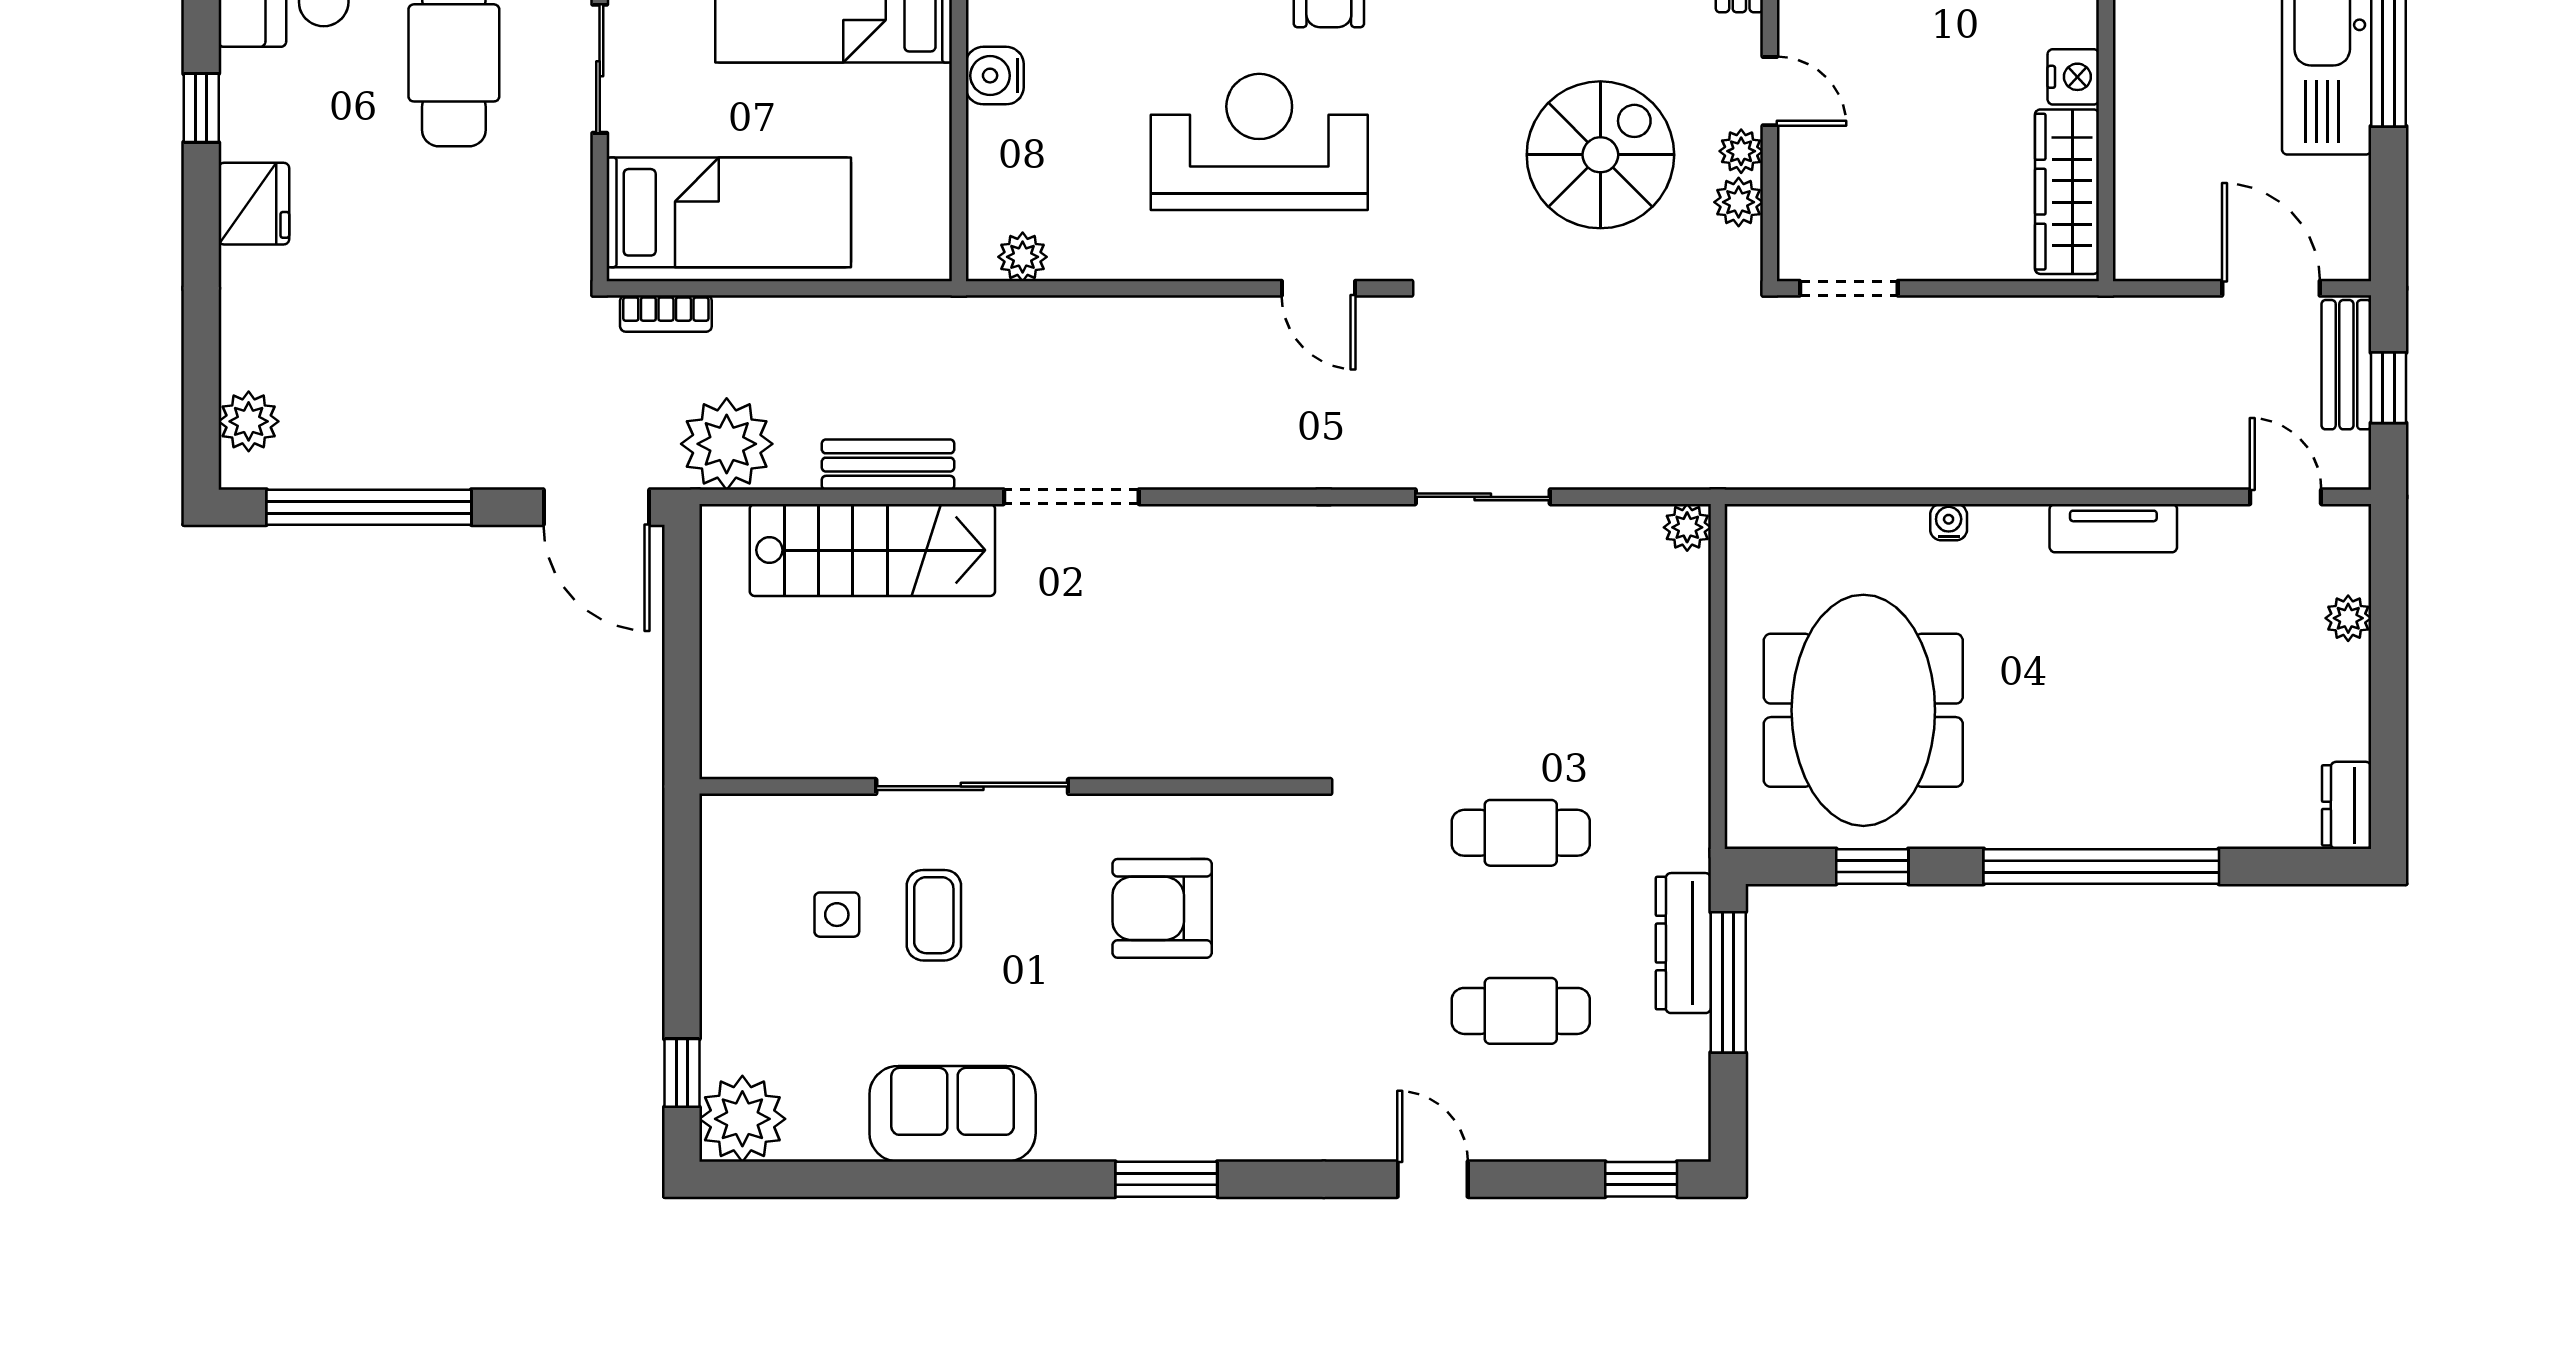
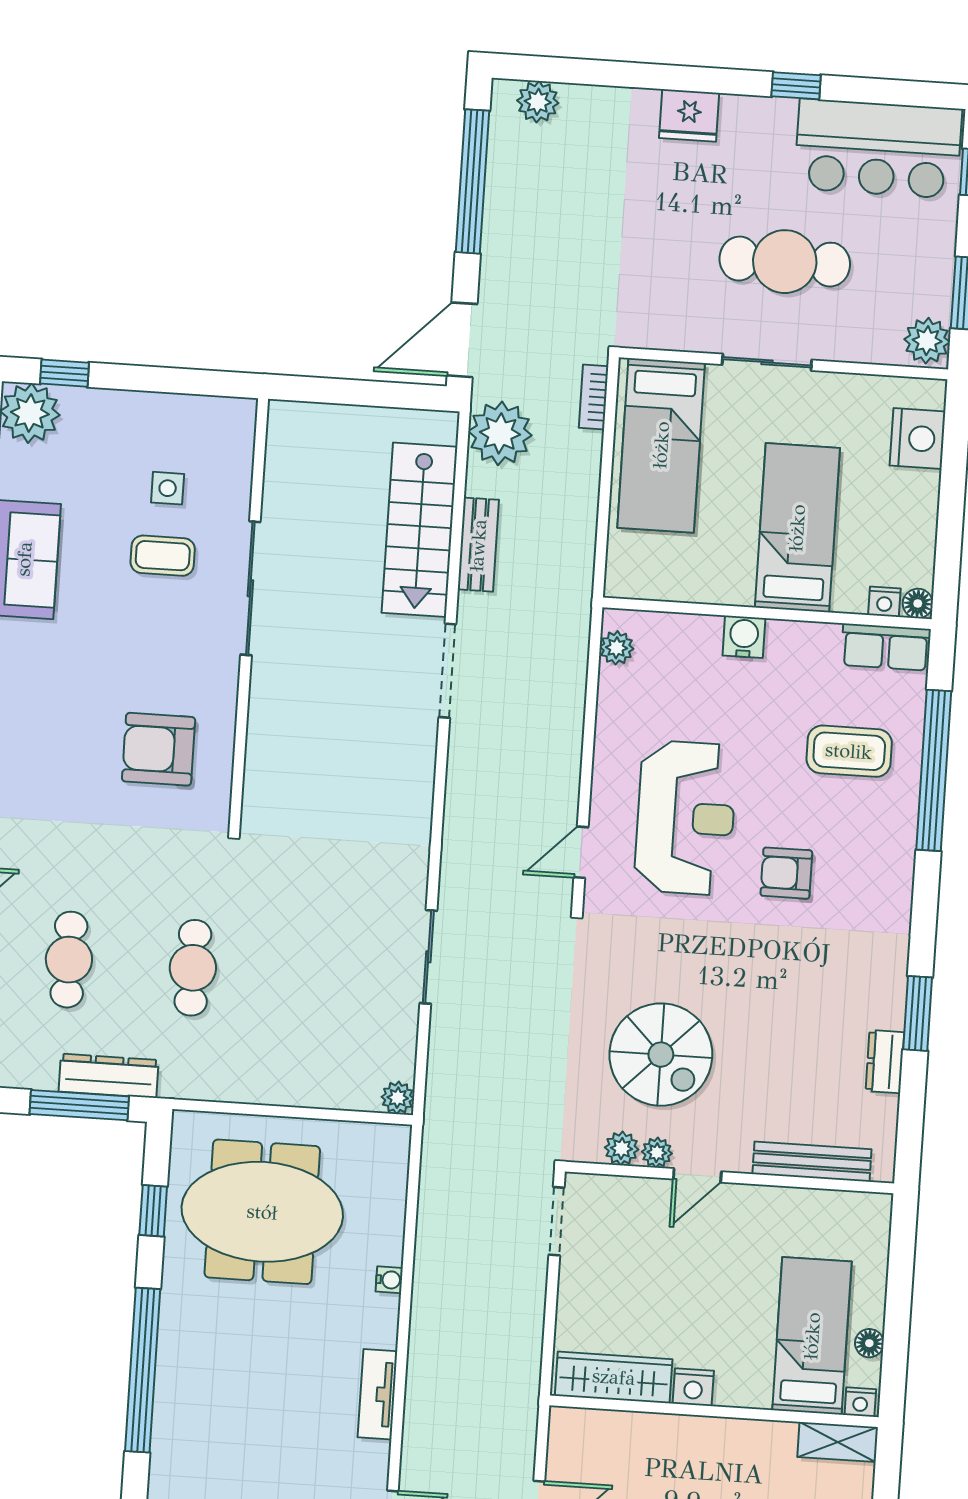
window: (201, 108) -> (796, 86), moved
armchair: (1162, 908) -> (159, 749), moved, turned -90

